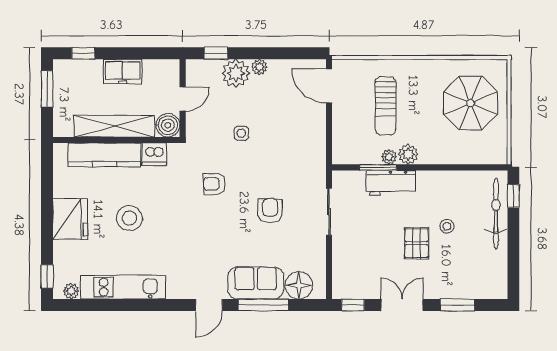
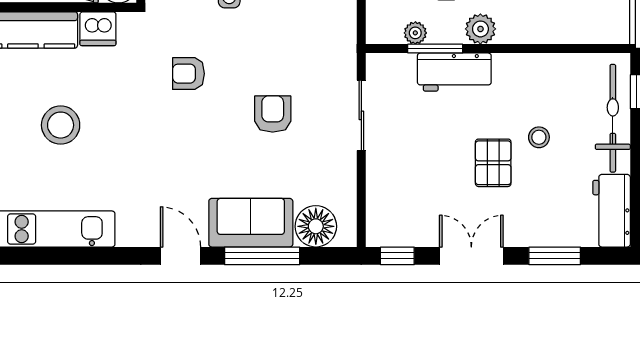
plant: (389, 157) -> (415, 33), moved
workbench: (495, 275) -> (612, 211), added
door: (209, 305) -> (180, 256), swing flipped

